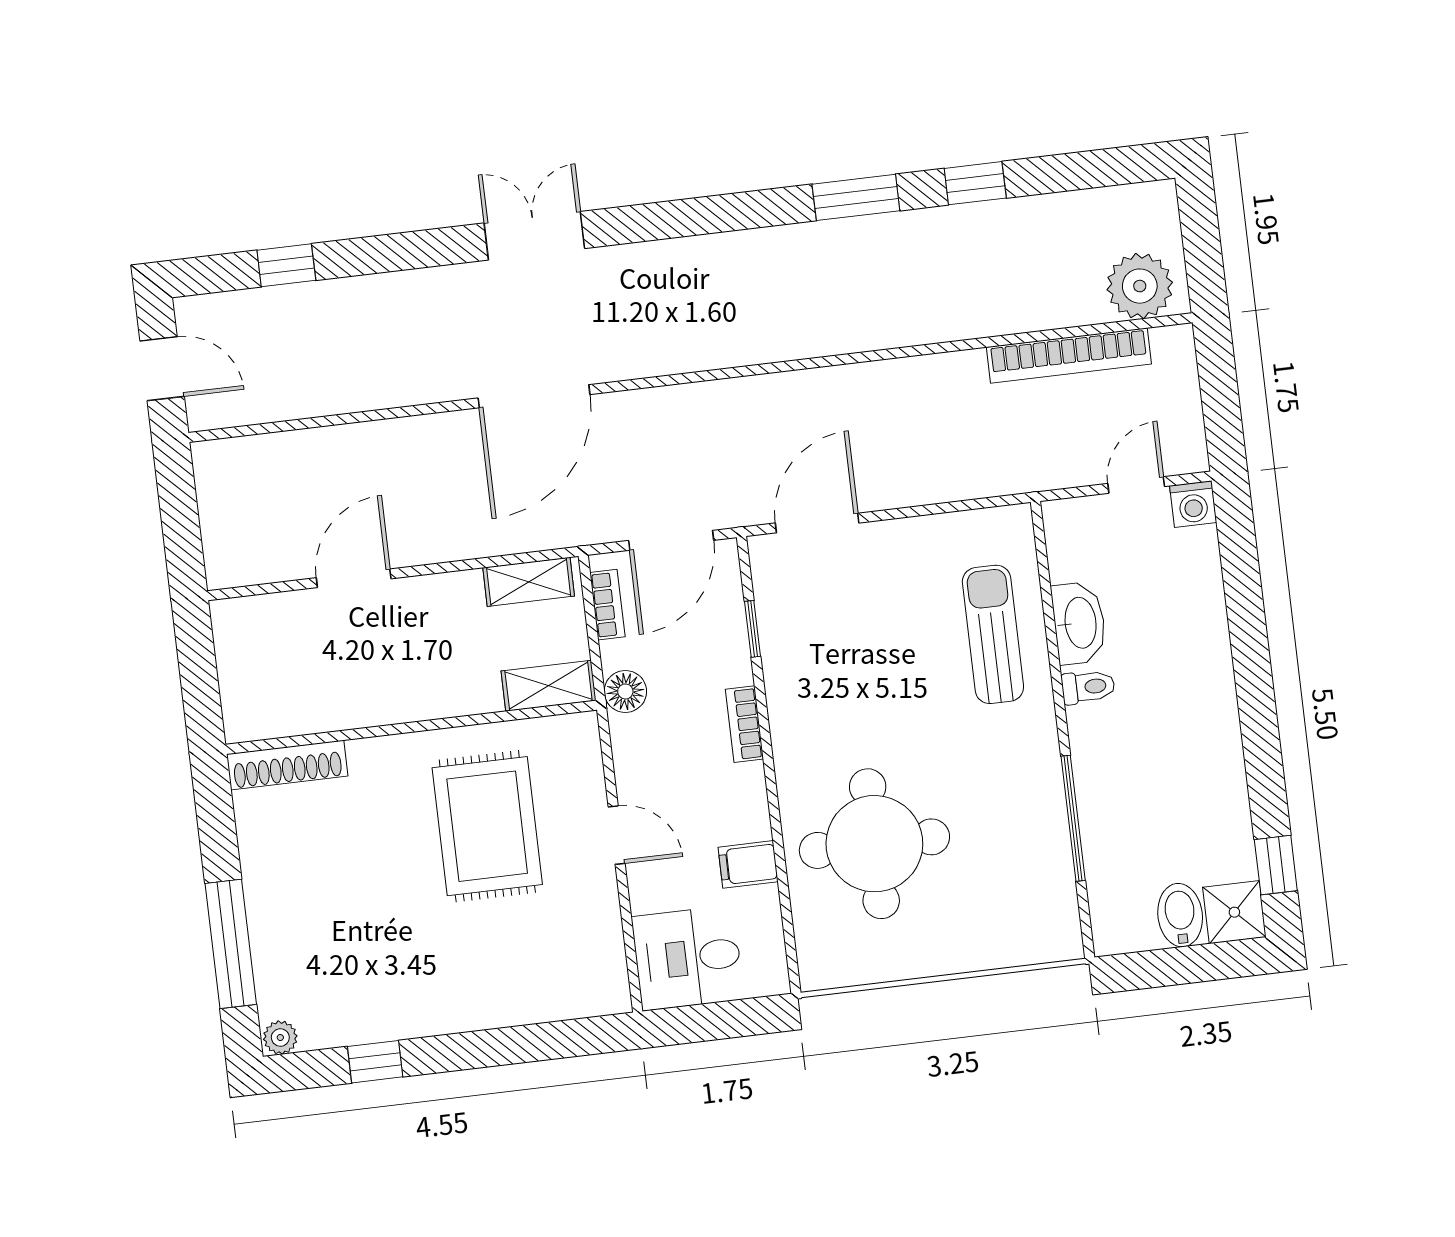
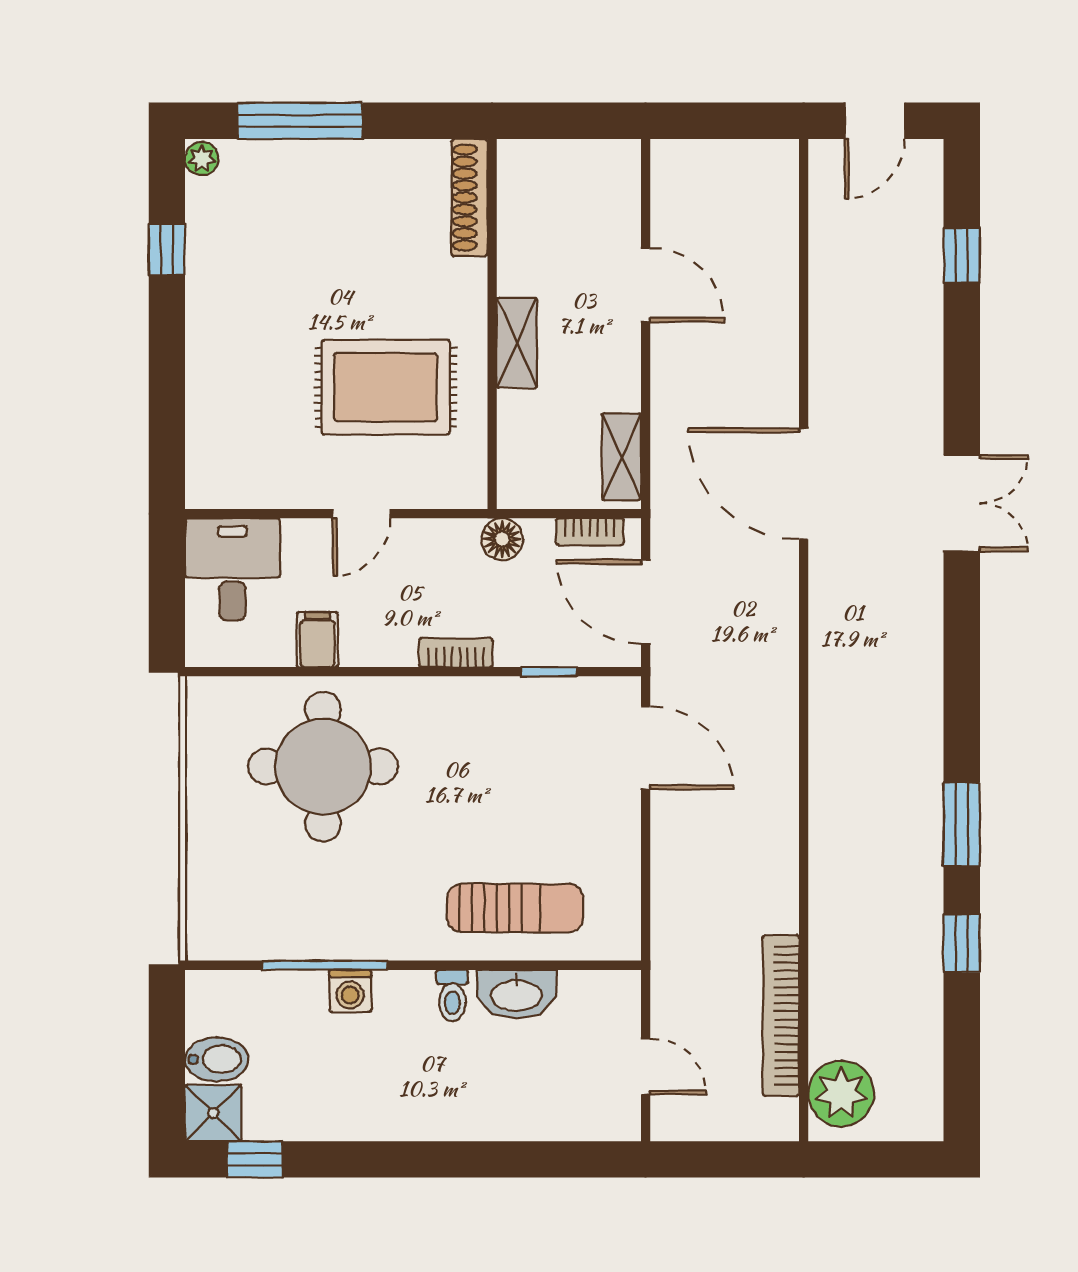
washing machine: (1193, 504) -> (350, 991), moved, turned -90
shelving: (549, 686) -> (517, 343), moved

